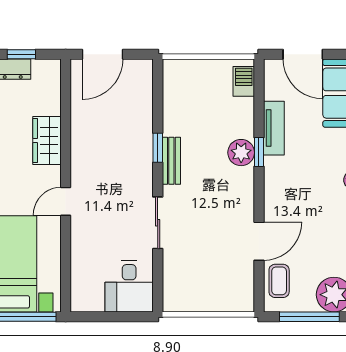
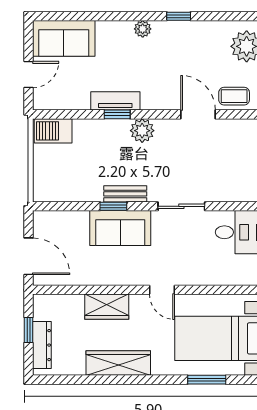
door: (303, 54) -> (29, 75), width x0.73
barbecue: (244, 81) -> (53, 131), width x1.38, depth x1.27
tv unit: (274, 128) -> (115, 101), moved
plant: (241, 153) -> (142, 131), moved
sofa: (134, 155) -> (120, 228), added

